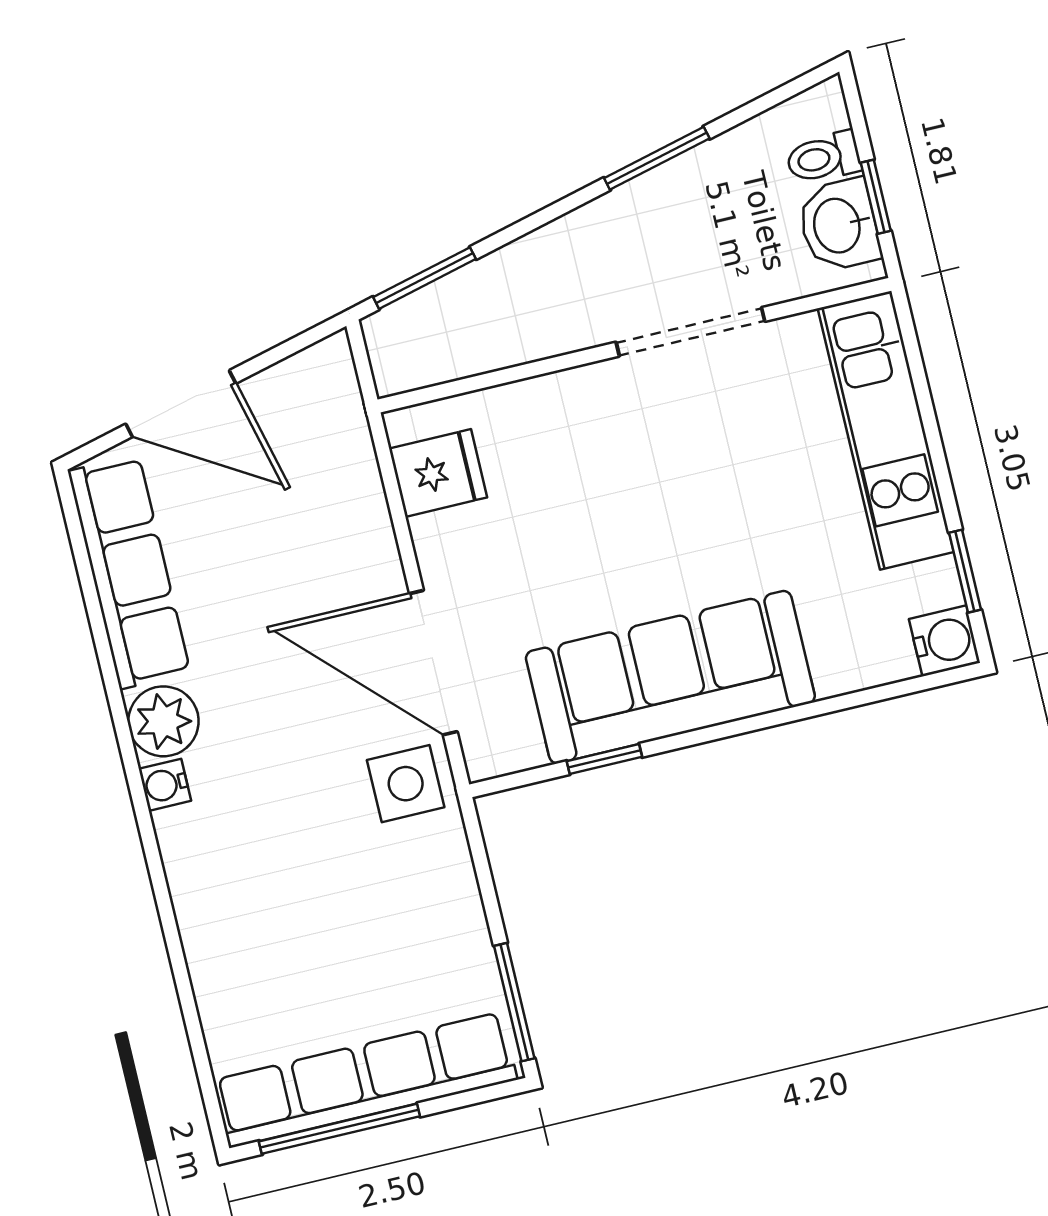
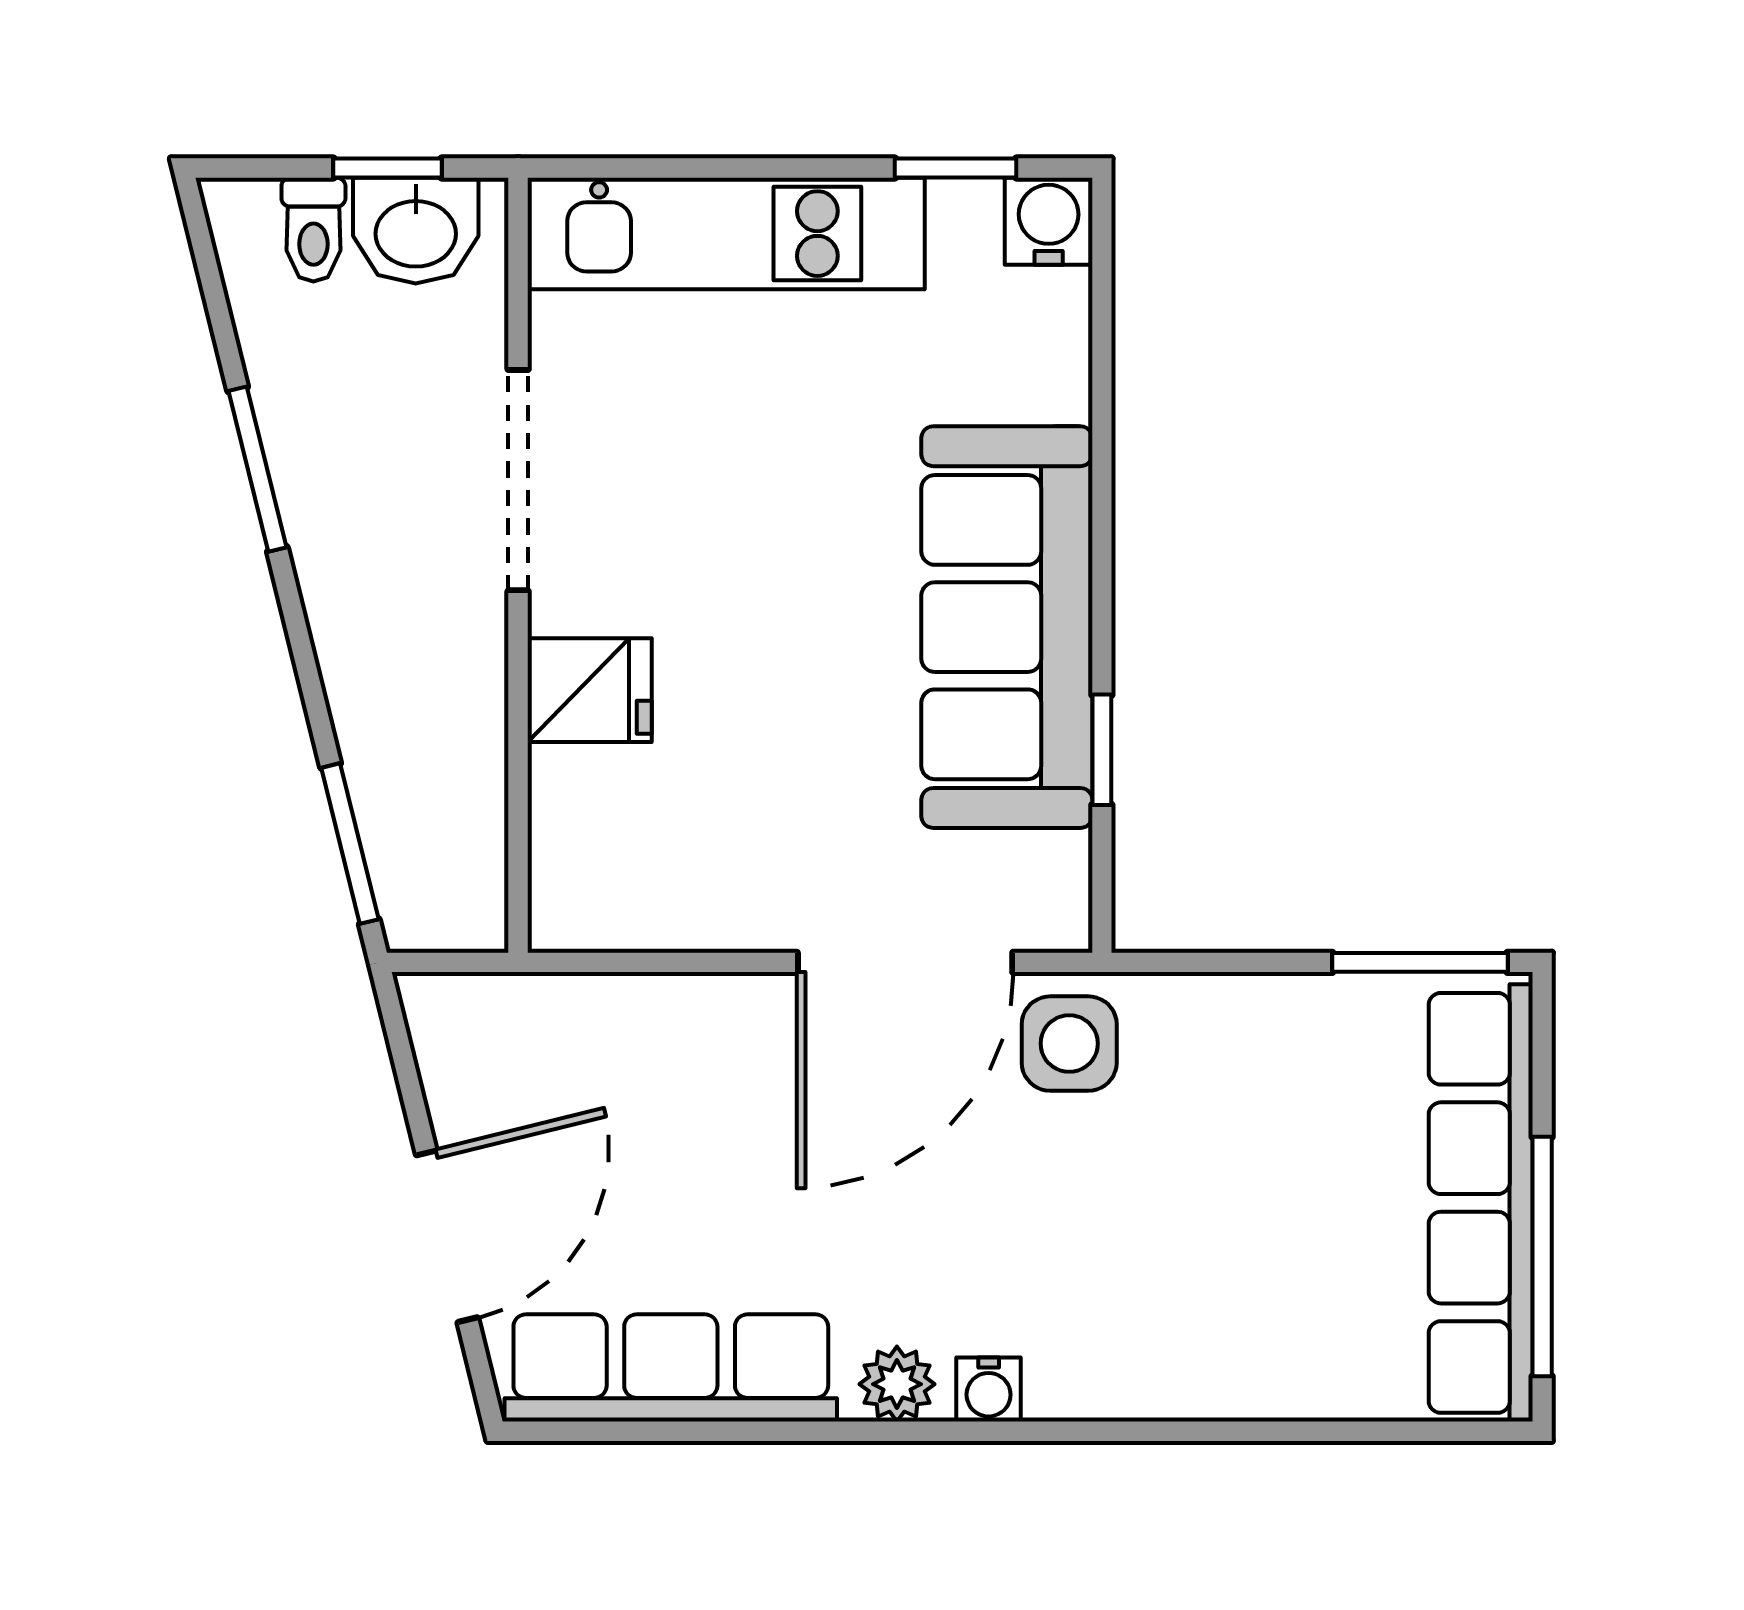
fridge: (438, 473) -> (590, 690), moved, turned 90
plant: (163, 721) -> (897, 1384), width x0.73, depth x0.73

